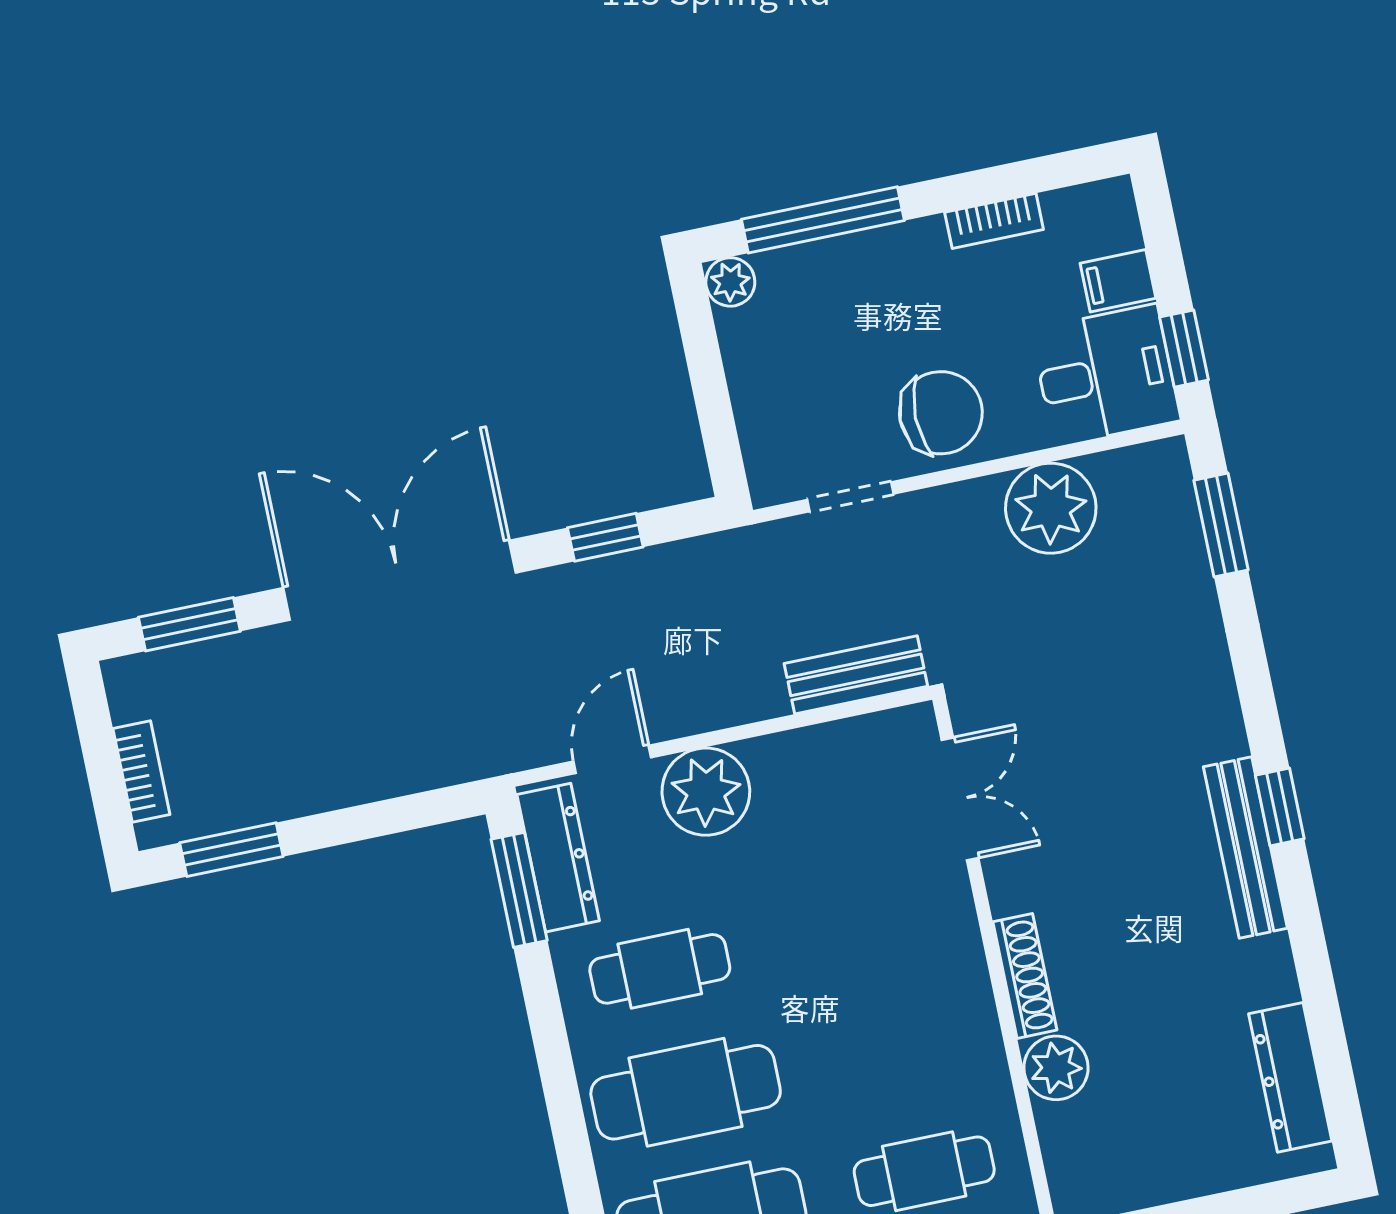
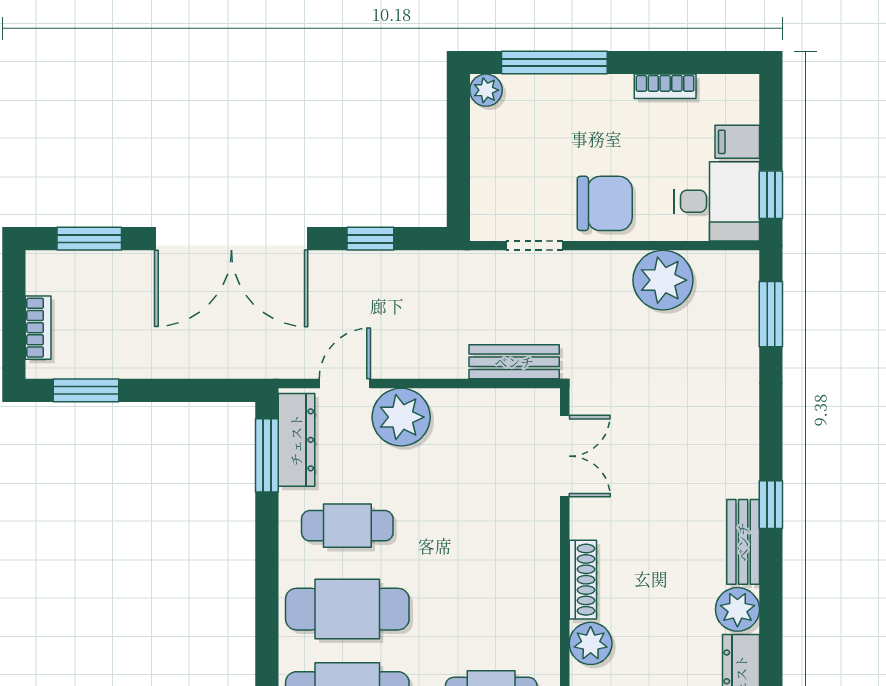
double door: (400, 580) -> (231, 239), swing flipped
bench: (1245, 848) -> (743, 542), width x0.73
plant: (1263, 972) -> (737, 609), added

